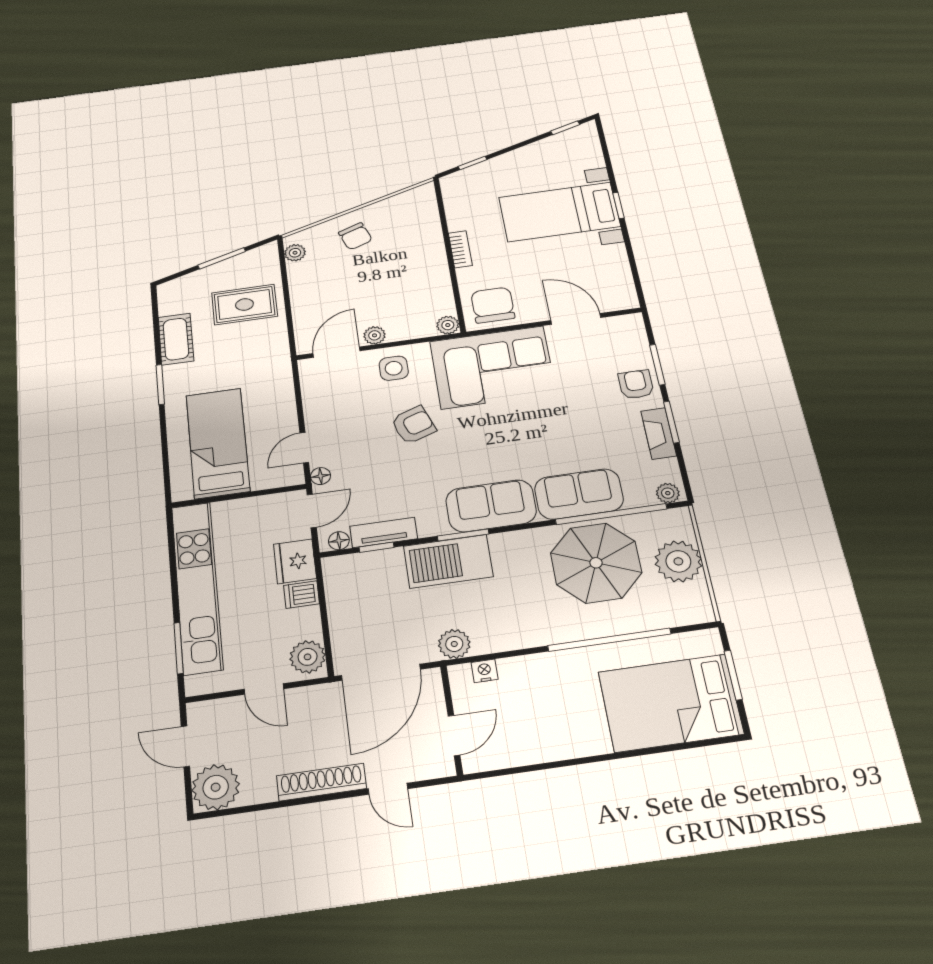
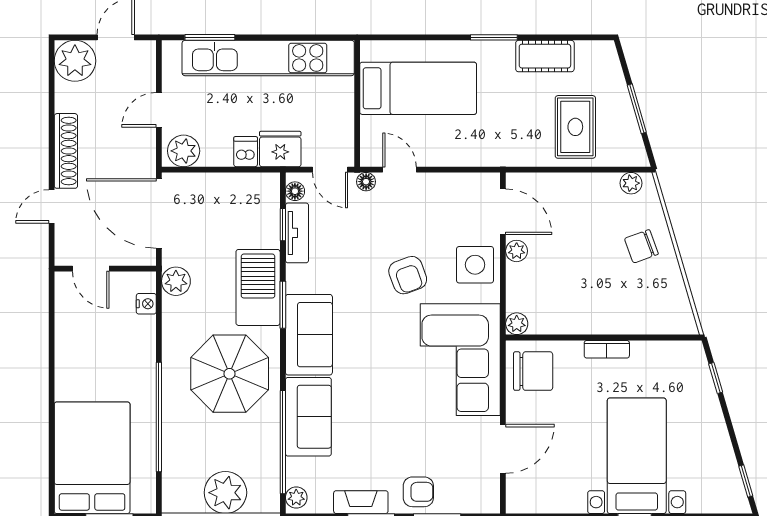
side table: (394, 368) -> (475, 265), width x1.37, depth x1.37
parasol: (596, 563) -> (230, 374), moved

